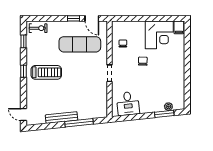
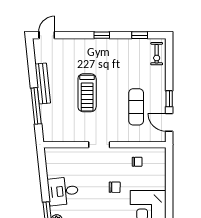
door: (92, 18) -> (169, 122), hinge flipped
exercise mat: (80, 44) -> (136, 107), width x0.73, depth x0.69
treadmill: (46, 72) -> (87, 93), moved
desk: (128, 104) -> (63, 191), moved

